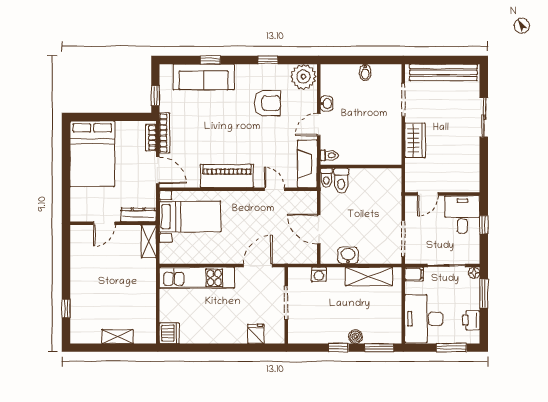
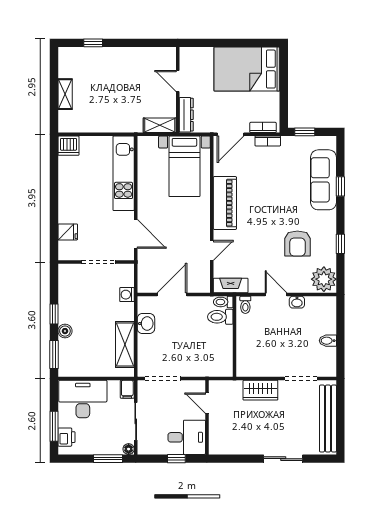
bookcase: (165, 133) -> (268, 141), width x0.64
fireplace: (307, 164) -> (231, 285), width x0.73, depth x0.76
printer: (471, 320) -> (66, 437), moved, turned 90

